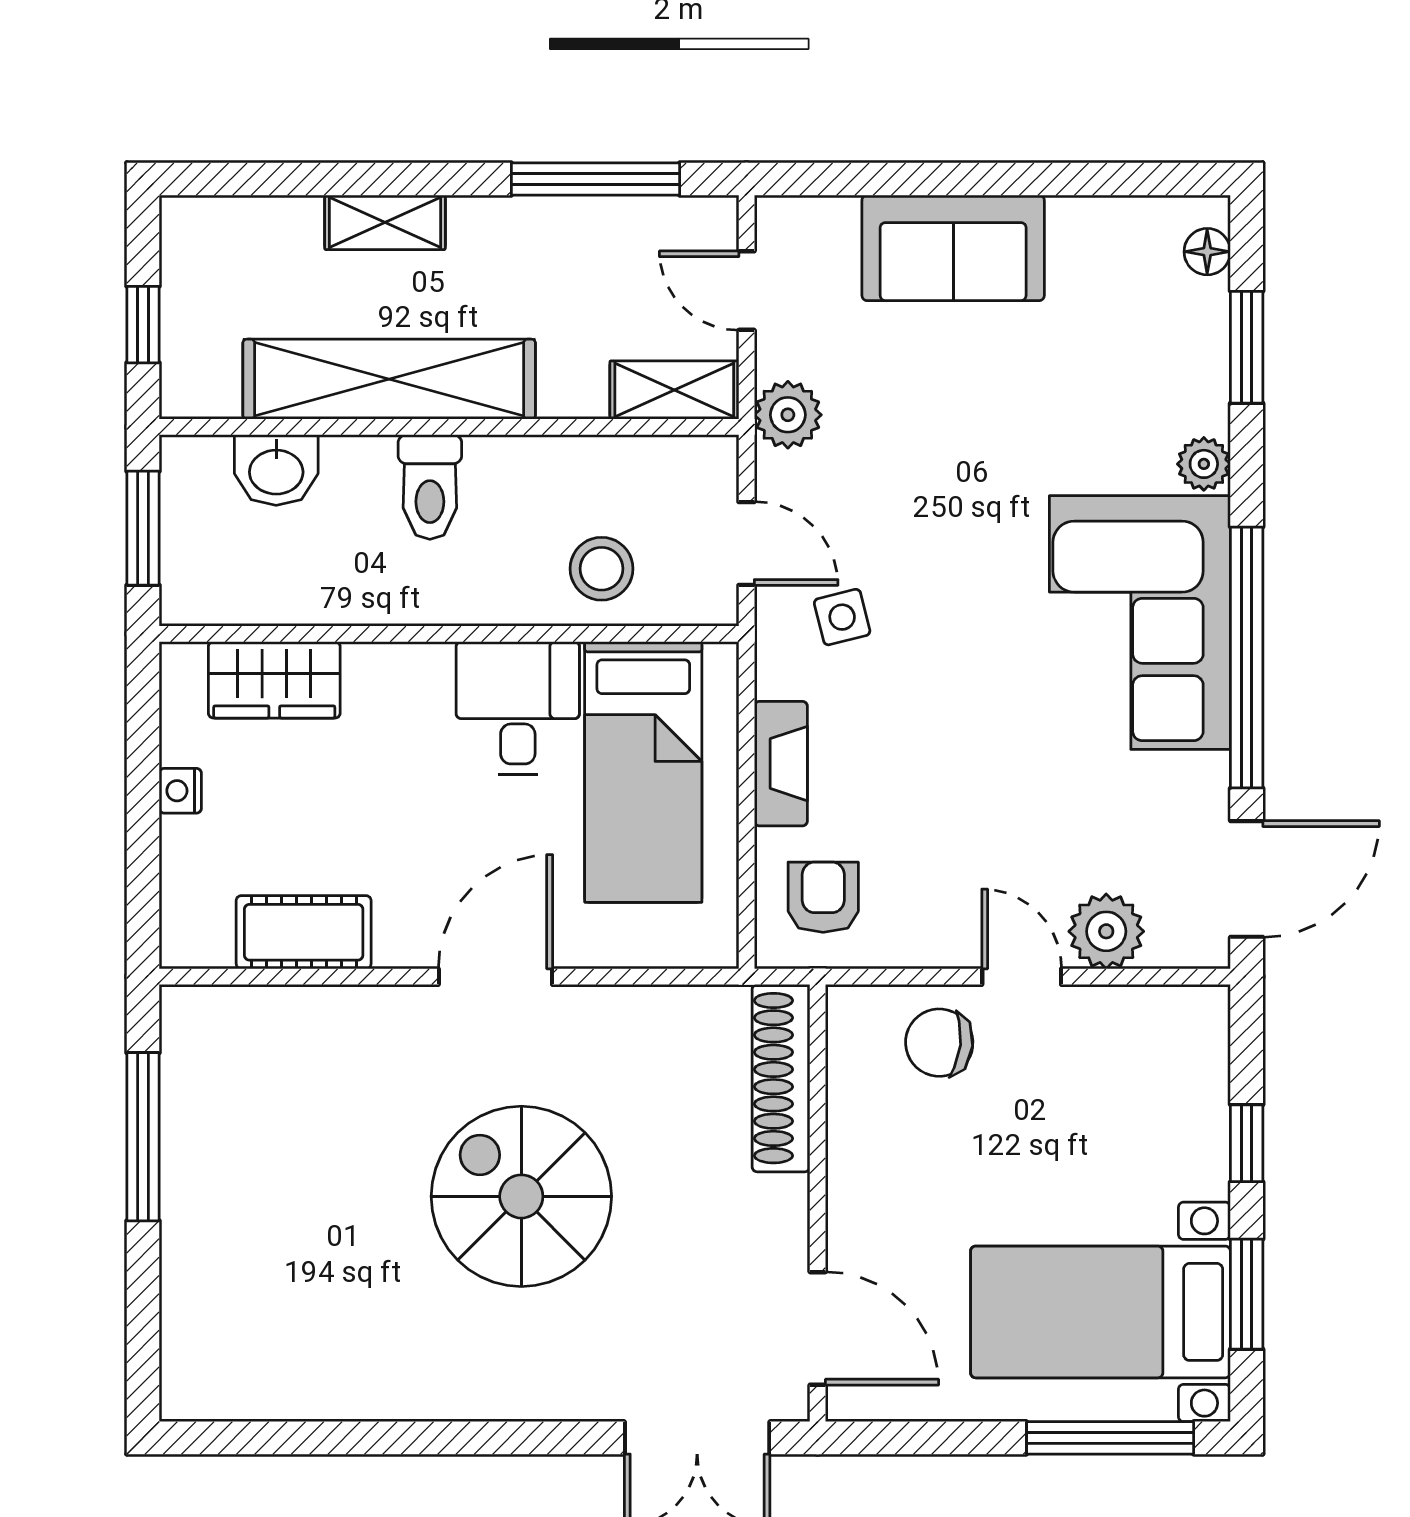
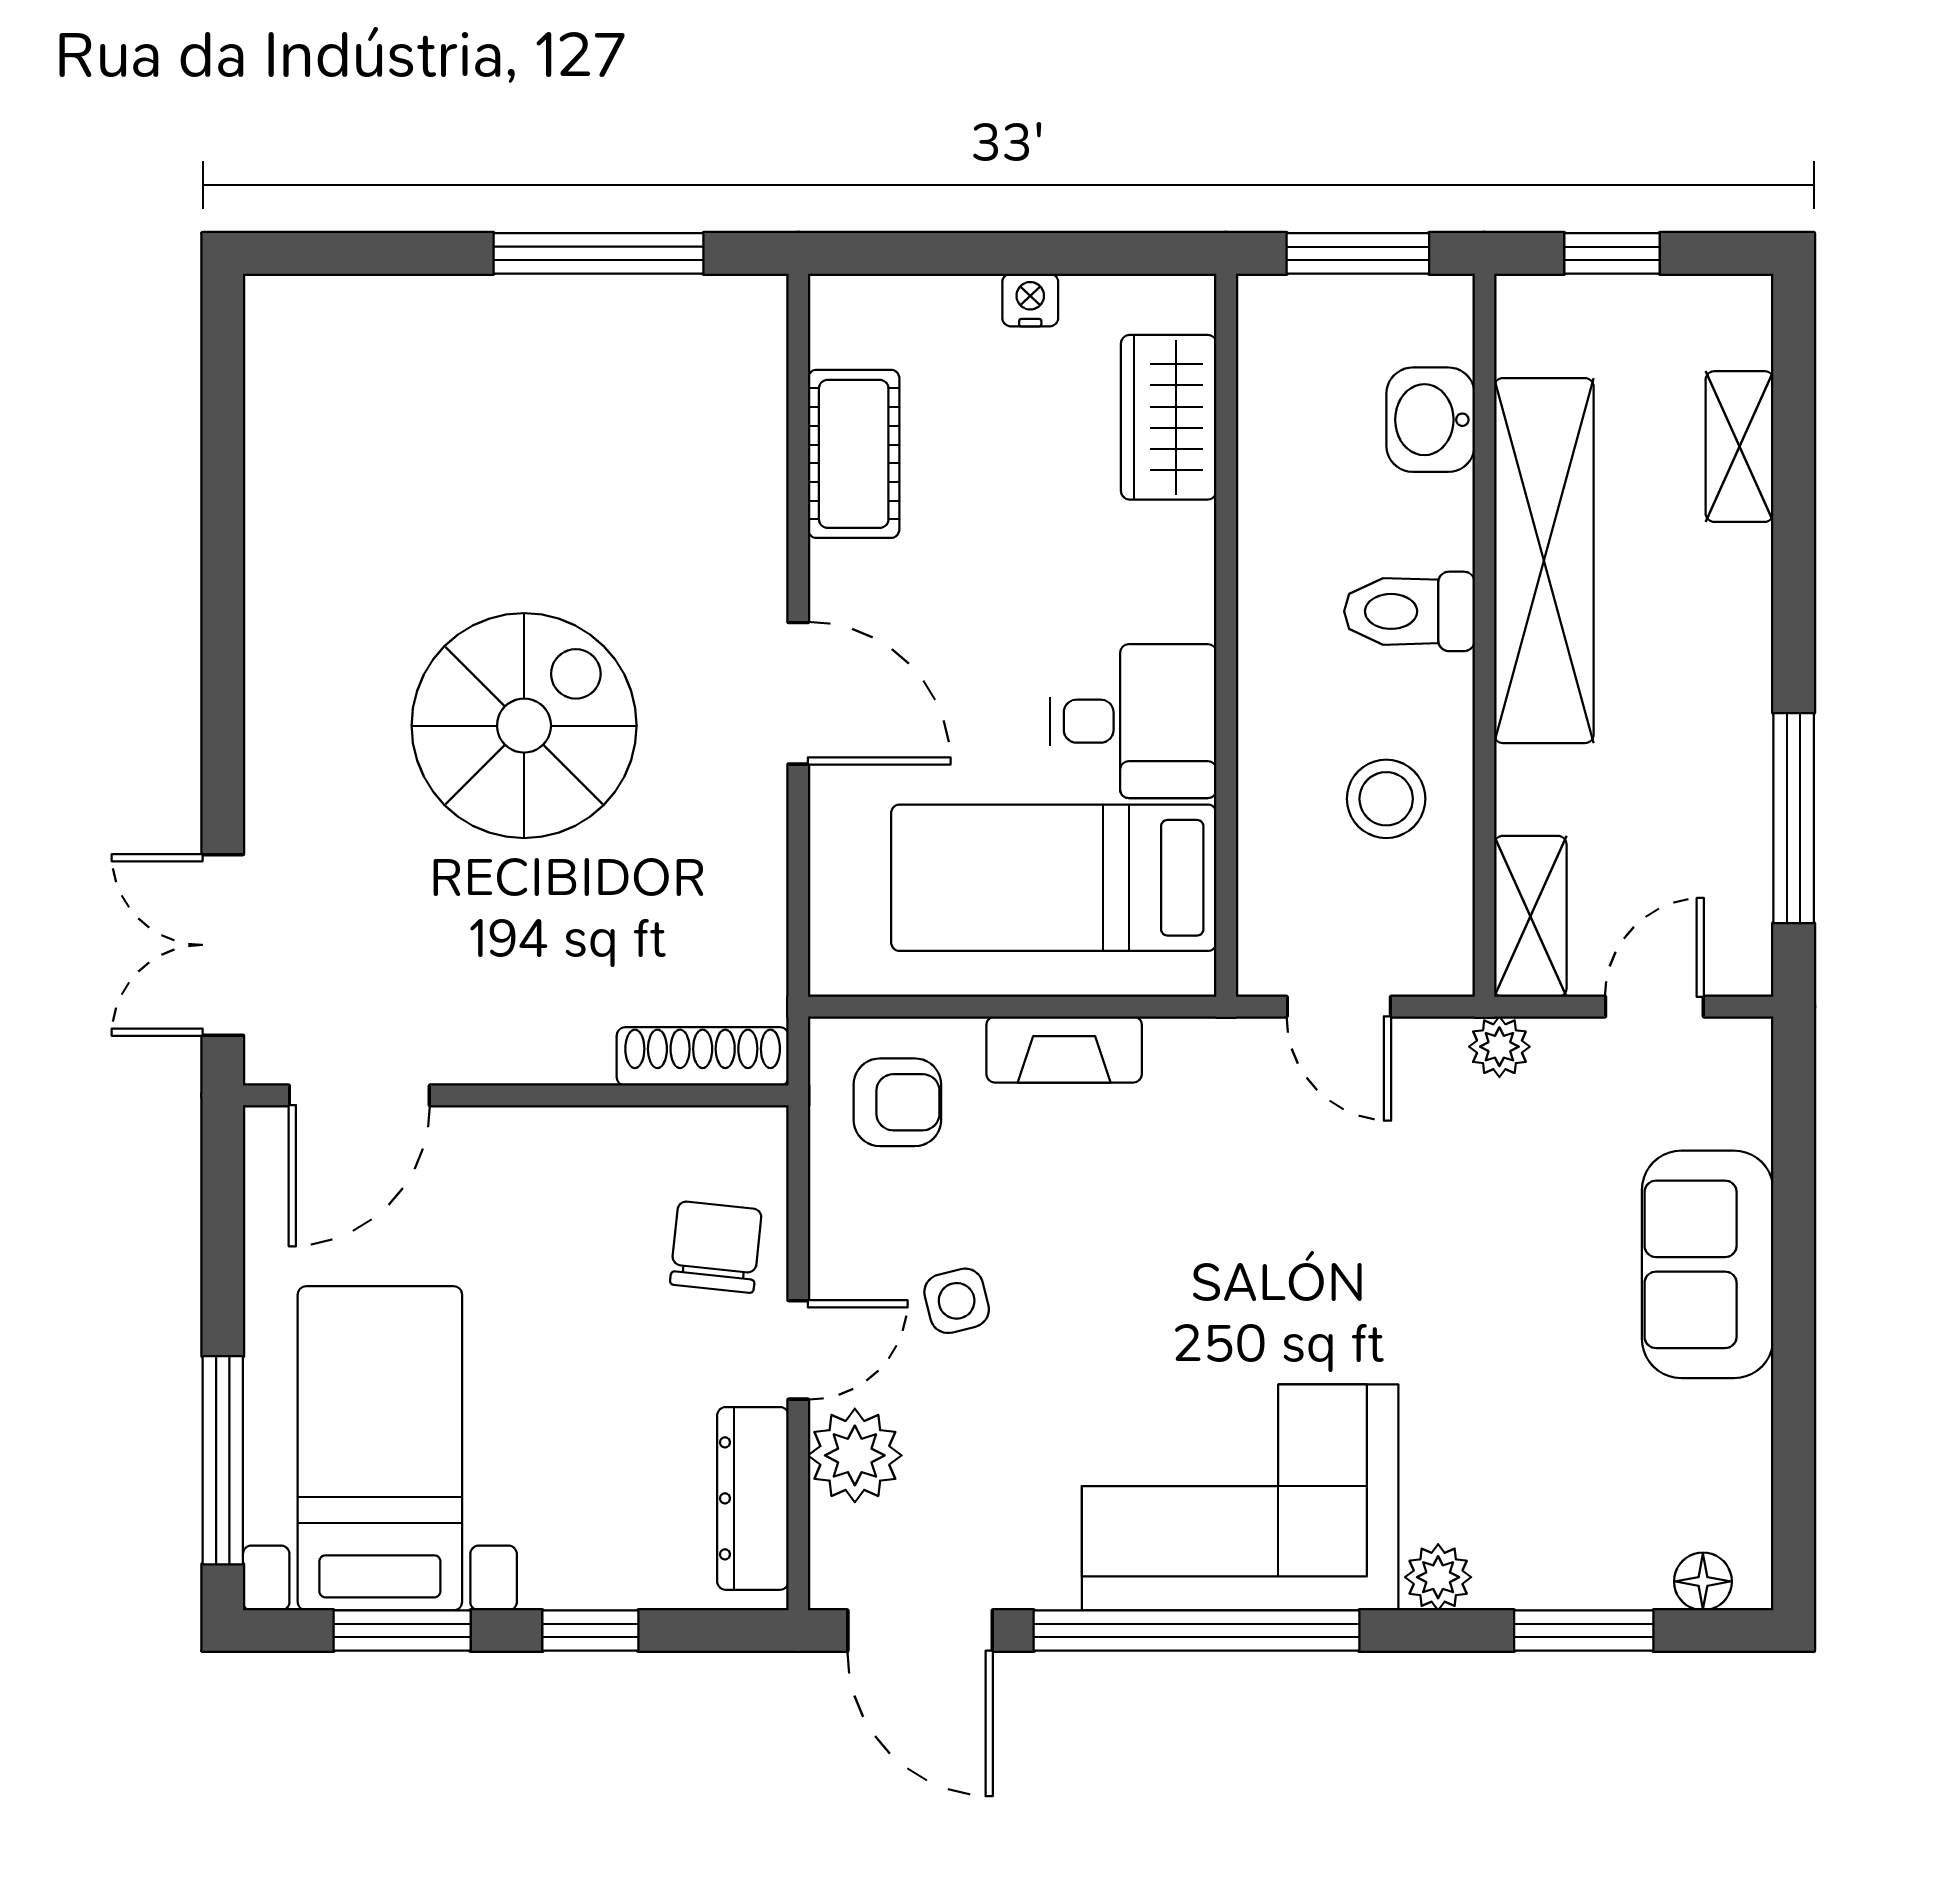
shelving: (385, 222) -> (1740, 447), moved
plant: (788, 415) -> (1499, 1047), width x0.73, depth x0.73
door: (747, 543) -> (1339, 1007), hinge flipped
stool: (602, 569) -> (1386, 799), moved
side table: (842, 617) -> (957, 1301), moved
dresser: (1141, 1013) -> (753, 1498), added
shoe rack: (781, 1078) -> (703, 1056), width x0.74, depth x0.81

